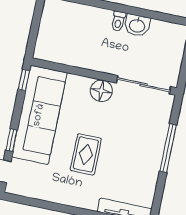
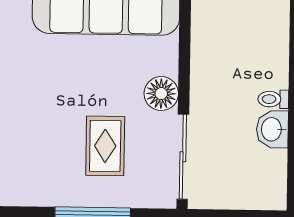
rug: (86, 154) -> (105, 146), moved, turned 90

